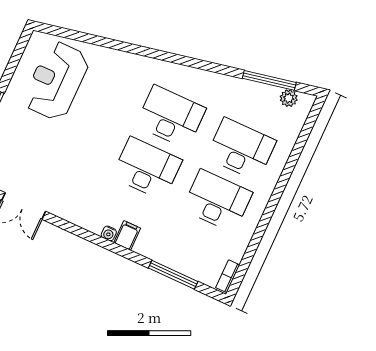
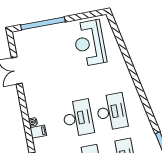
reception desk: (56, 81) -> (89, 43), turned -90

